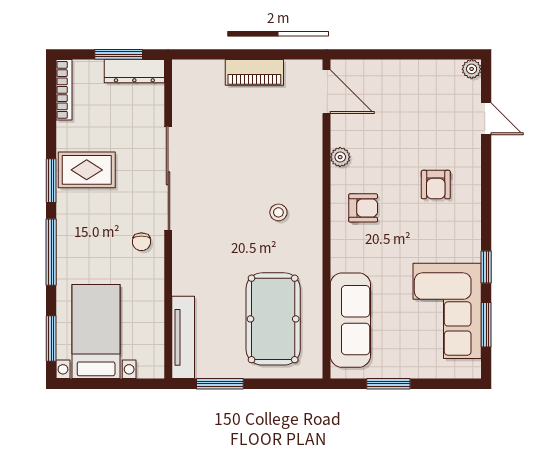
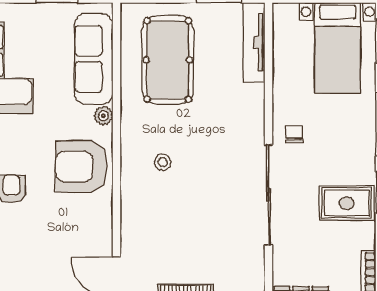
plant: (340, 157) -> (103, 116), moved
armchair: (363, 208) -> (81, 167), width x1.88, depth x1.88

